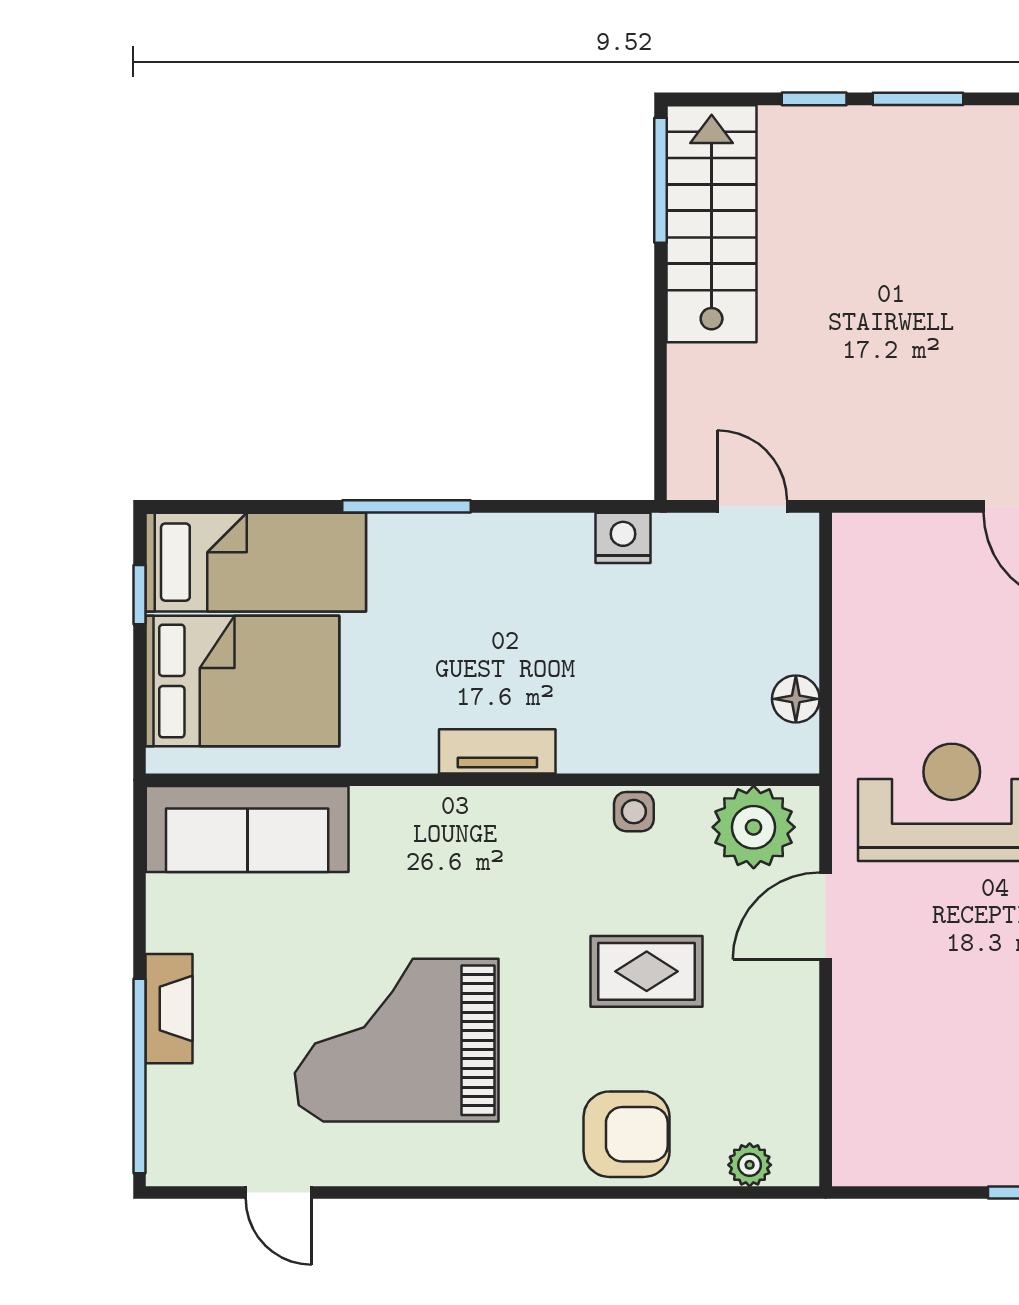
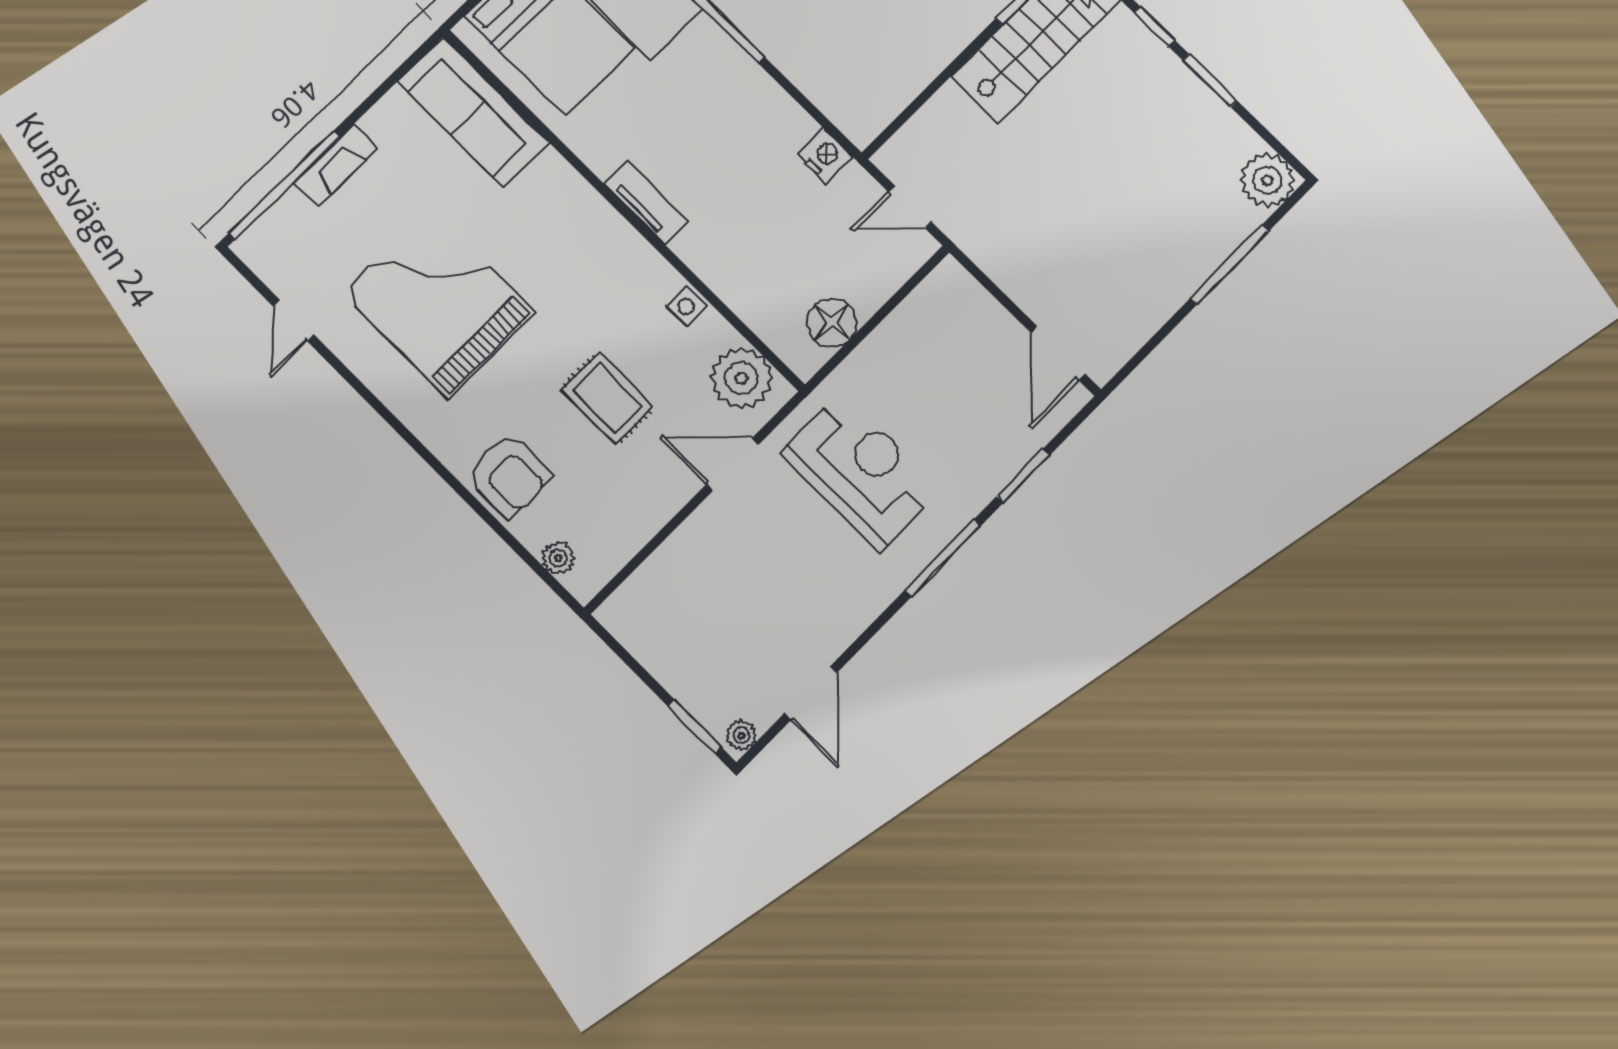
door: (752, 506) -> (910, 207), swing flipped
floor lamp: (796, 699) -> (832, 323), width x1.38, depth x1.38

